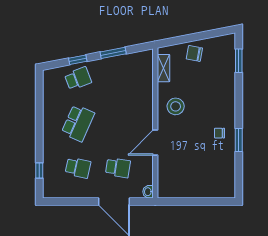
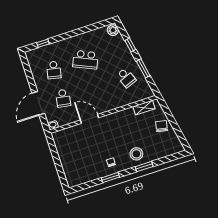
window: (239, 61) -> (144, 167), moved
plant: (52, 76) -> (113, 30), added
school desk: (78, 78) -> (126, 78), moved
stool: (176, 106) -> (136, 154), moved

